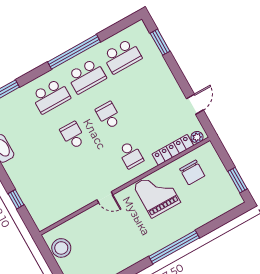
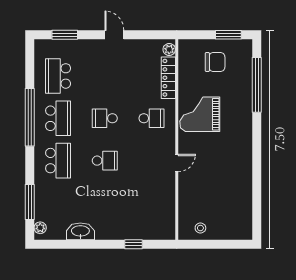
school desk: (122, 56) -> (58, 76), turned 180
door: (195, 104) -> (114, 35), moved
school desk: (73, 135) -> (105, 161), turned 180
chair: (192, 172) -> (215, 62), moved
window: (174, 247) -> (257, 85), moved
stool: (61, 248) -> (200, 228), width x0.53, depth x0.53

